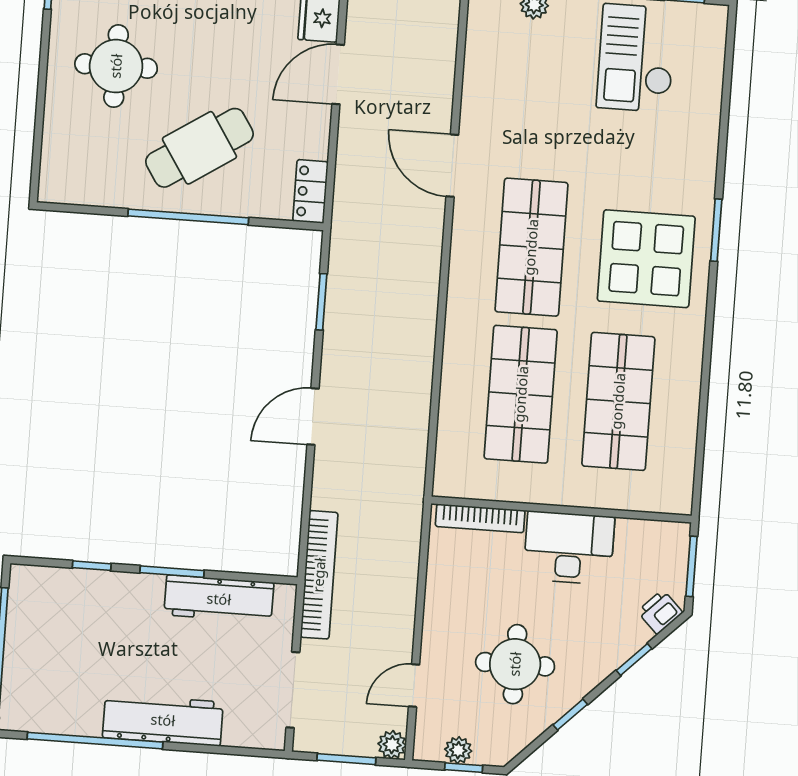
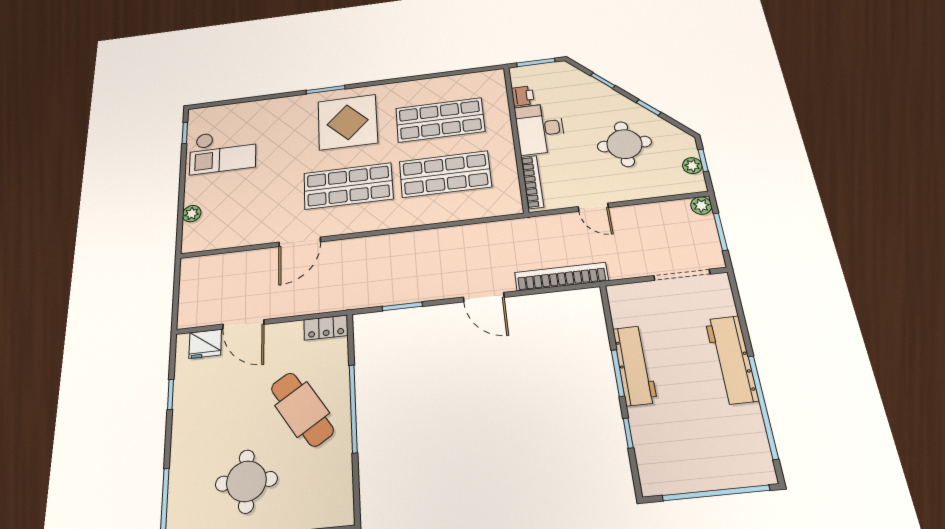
bookcase: (319, 575) -> (561, 277), moved
workbench: (219, 599) -> (635, 365), moved
printer: (660, 612) -> (523, 96), moved, turned -135
door: (414, 686) -> (593, 207), moved

